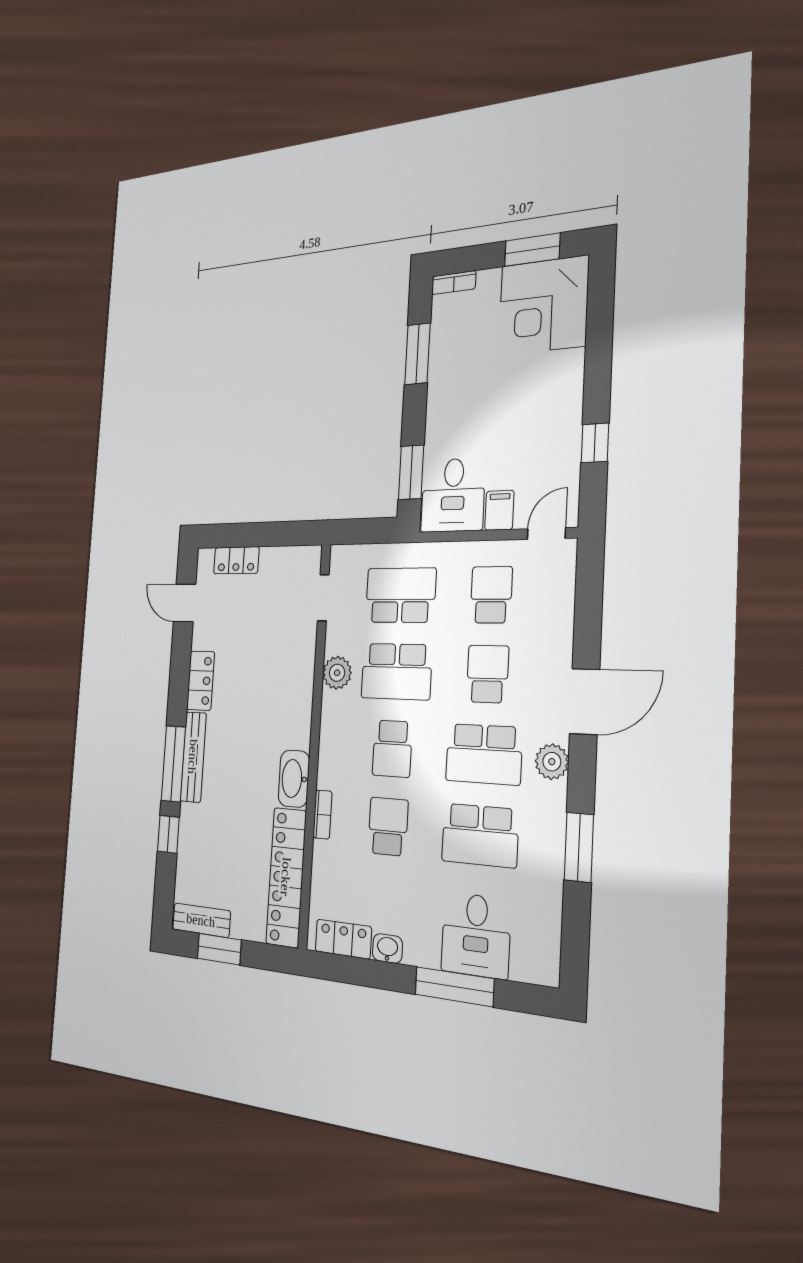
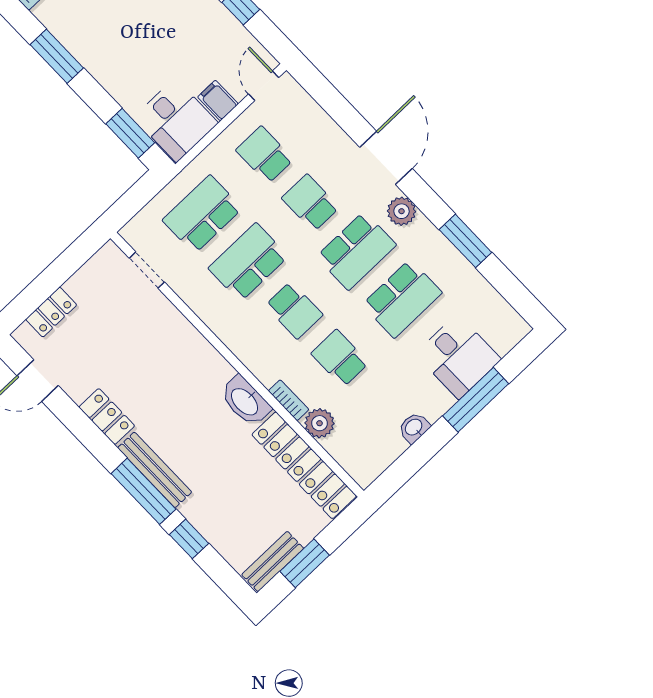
school desk: (396, 671) -> (248, 262), turned 180
plant: (337, 673) -> (319, 423), moved
locker: (343, 939) -> (381, 456), removed

